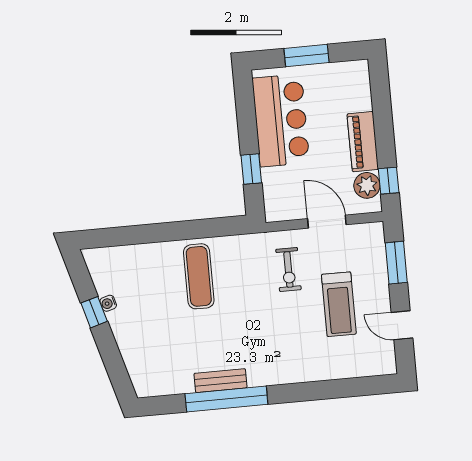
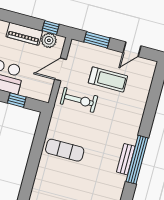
exercise bike: (288, 269) -> (79, 100), width x1.38, depth x1.39

